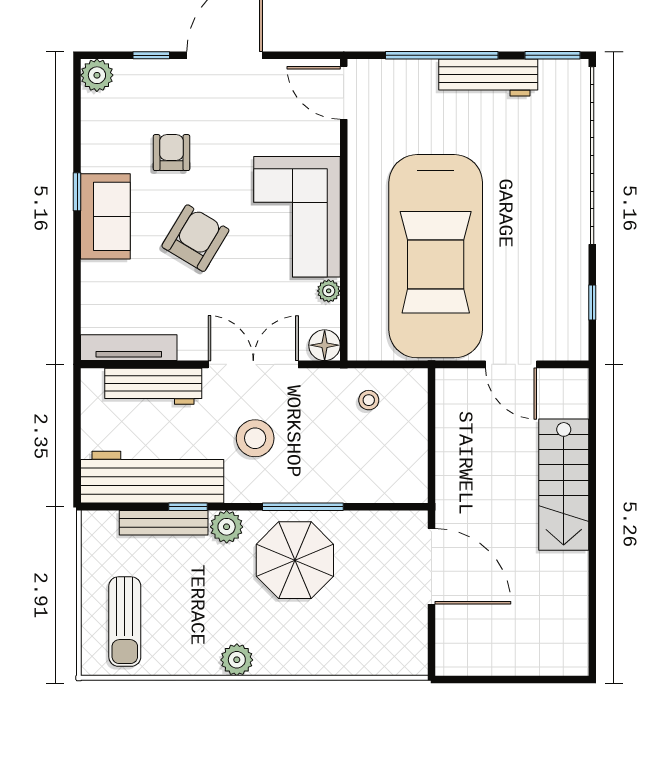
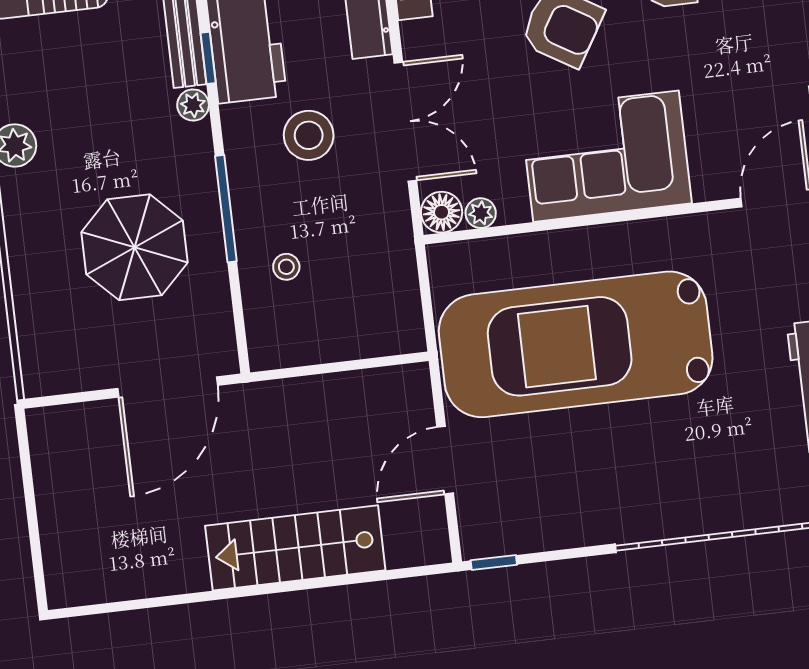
plant: (329, 291) -> (481, 213), moved
window: (592, 302) -> (494, 563), moved
stool: (369, 400) -> (286, 267), moved
plant: (227, 527) -> (193, 105), width x0.73, depth x0.73
parasol: (295, 560) -> (135, 247), moved

